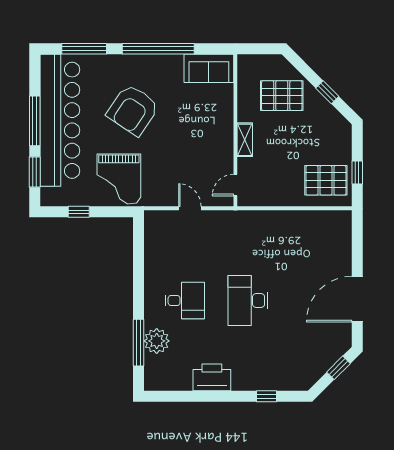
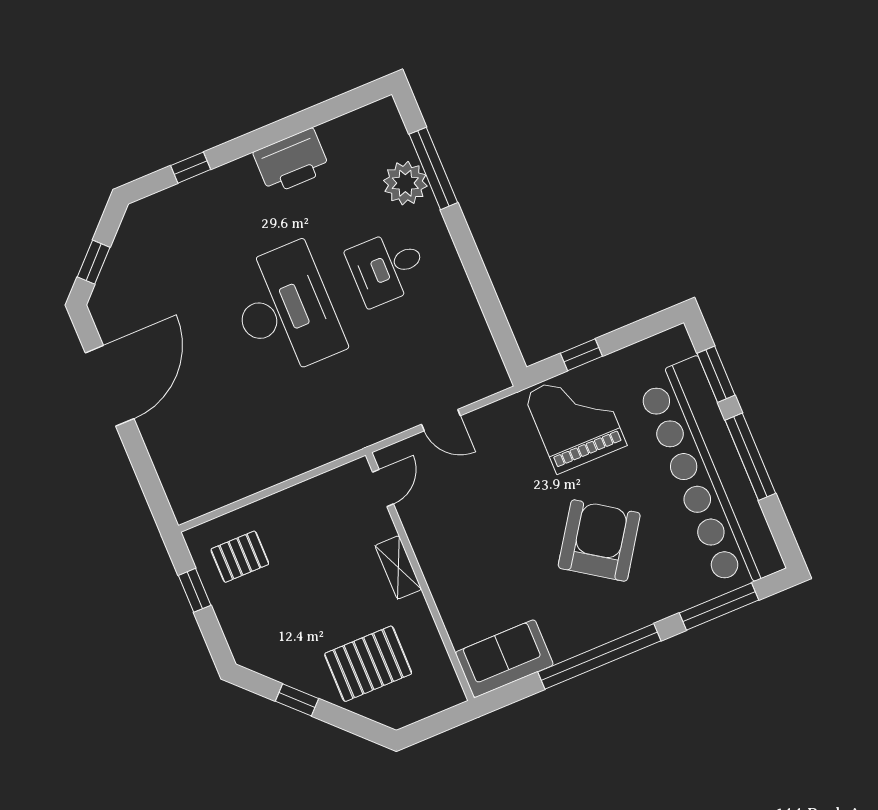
pallet: (326, 180) -> (240, 557), width x0.67, depth x0.71
window: (79, 212) -> (581, 355), moved
desk: (248, 301) -> (285, 310), width x1.36, depth x1.30

